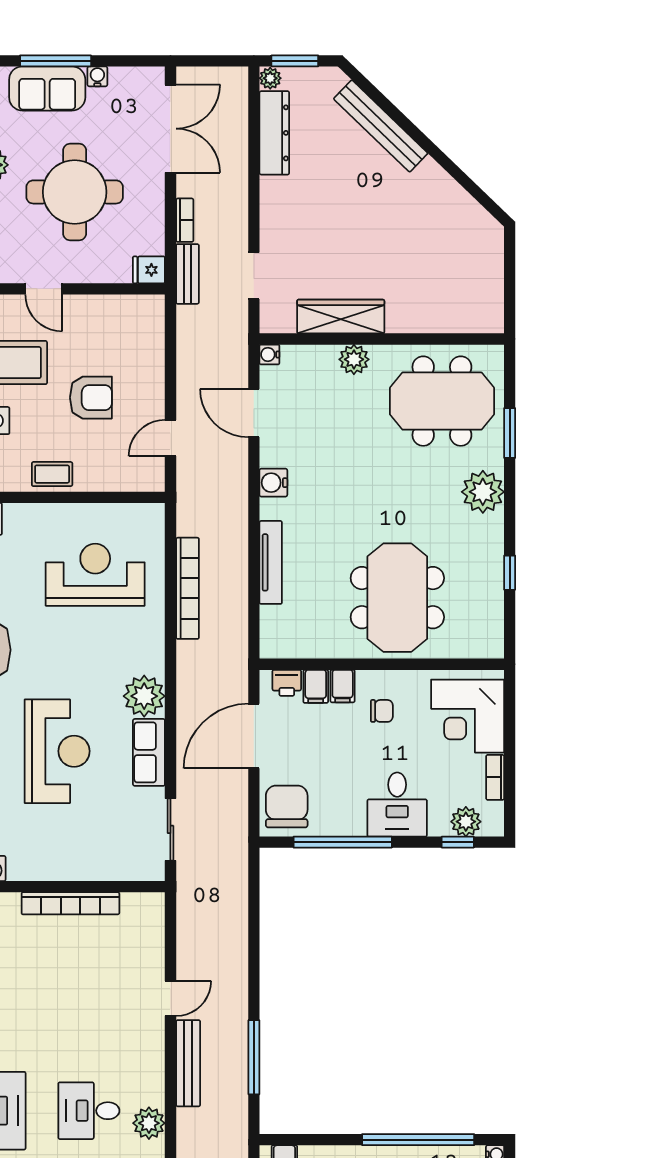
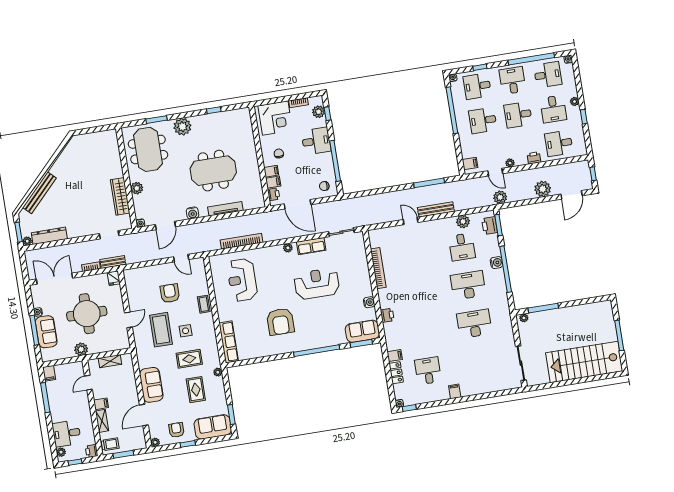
meeting table: (397, 598) -> (213, 171), moved
plant: (144, 696) -> (288, 248), width x0.53, depth x0.53
chair: (287, 807) -> (324, 186), width x0.54, depth x0.54

